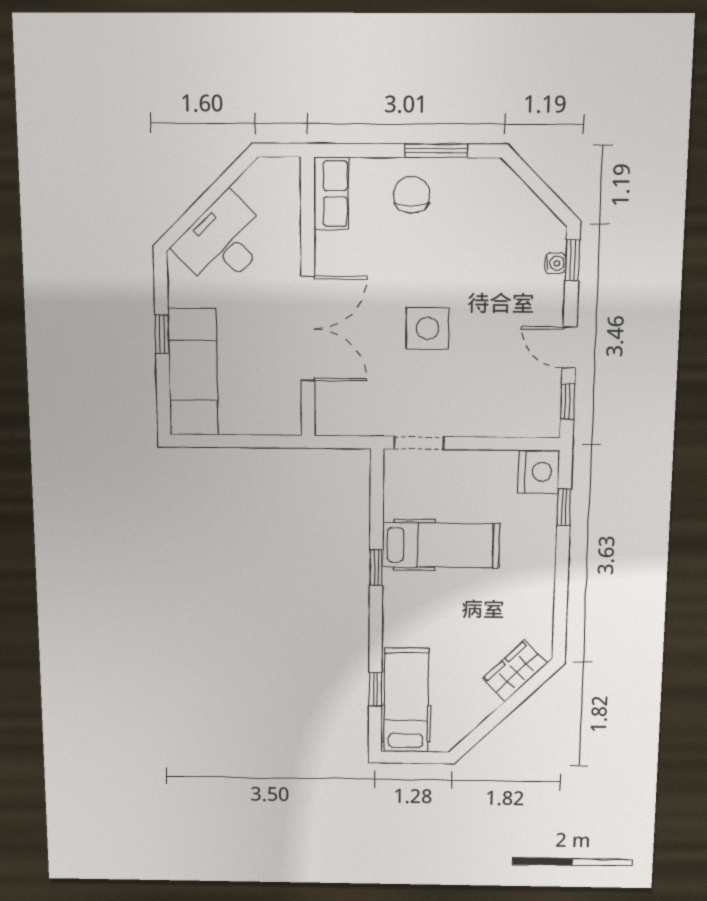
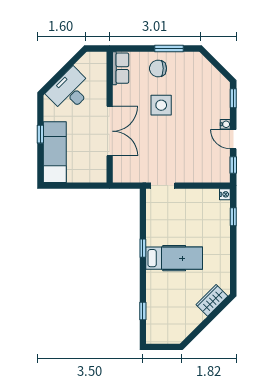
chair: (412, 195) -> (158, 68), turned -90
water cooler: (555, 263) -> (225, 124), moved
side table: (428, 328) -> (161, 105), moved
nightstand: (539, 472) -> (225, 194), width x0.53, depth x0.56
hospital bed: (441, 545) -> (174, 258), moved
hospital bed: (406, 700) -> (158, 316), removed

